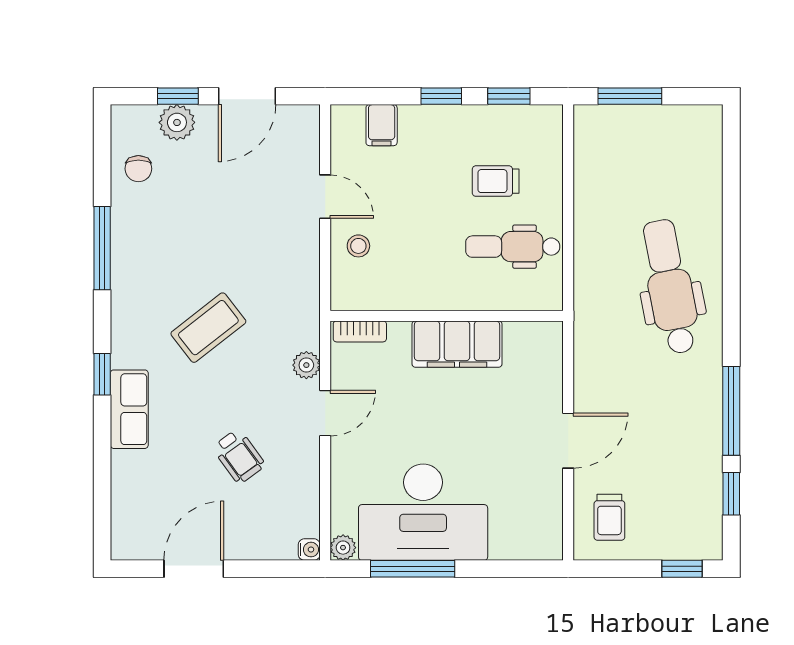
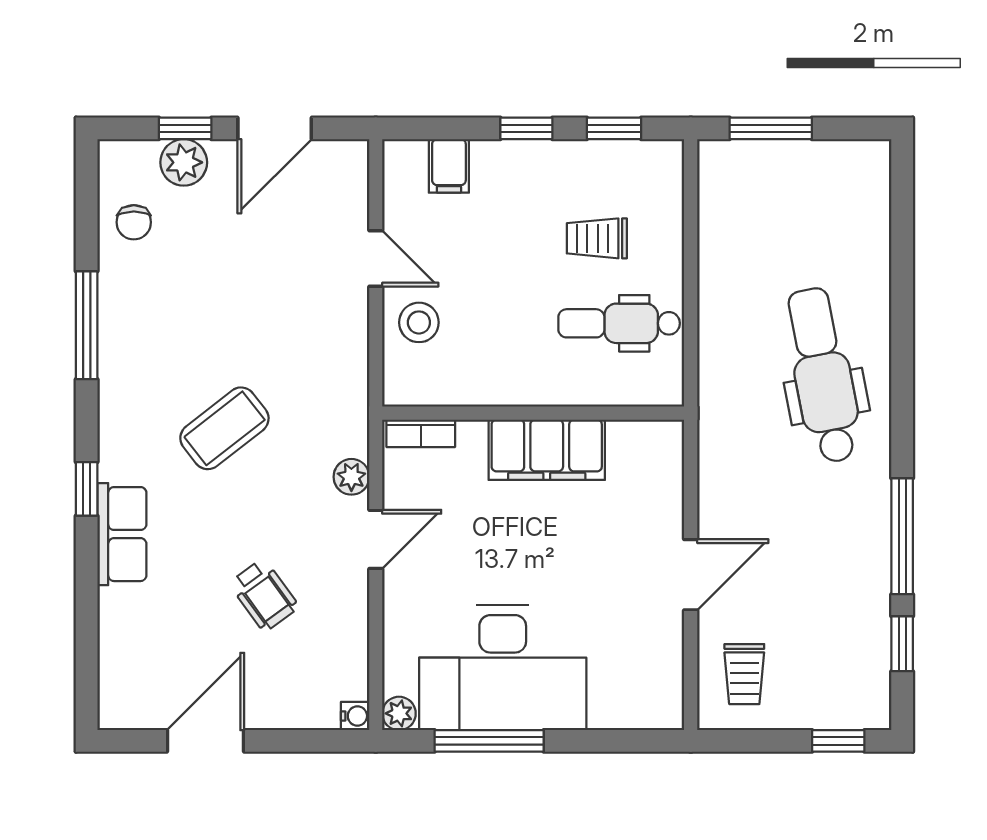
stool: (358, 246) -> (419, 322), width x1.37, depth x1.37

